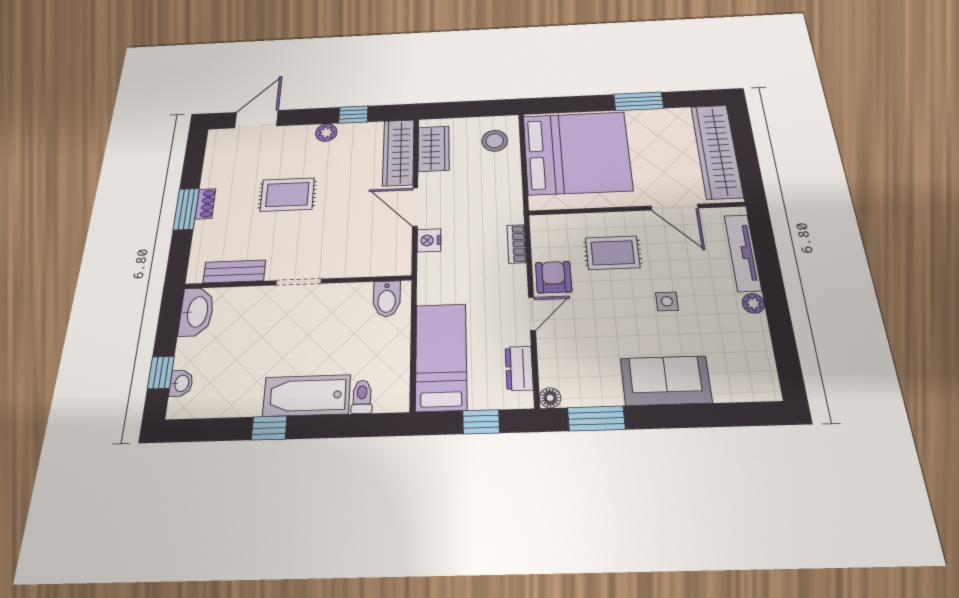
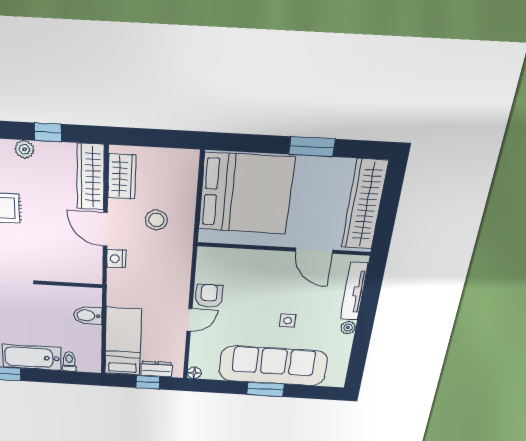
stool: (495, 141) -> (156, 220), moved
bookcase: (517, 244) -> (185, 268), removed
rug: (613, 253) -> (257, 282), removed
bidet: (387, 299) -> (88, 316), moved, turned 90
dresser: (519, 368) -> (156, 369), moved, turned 90
sofa: (666, 380) -> (273, 366), width x1.85, depth x1.27
window: (596, 418) -> (265, 389), moved

